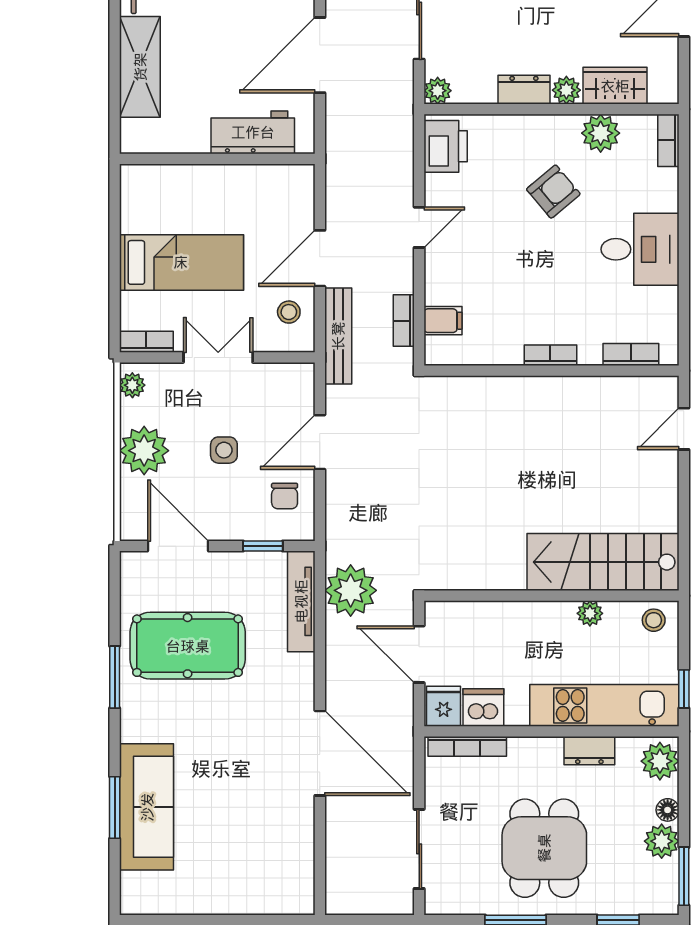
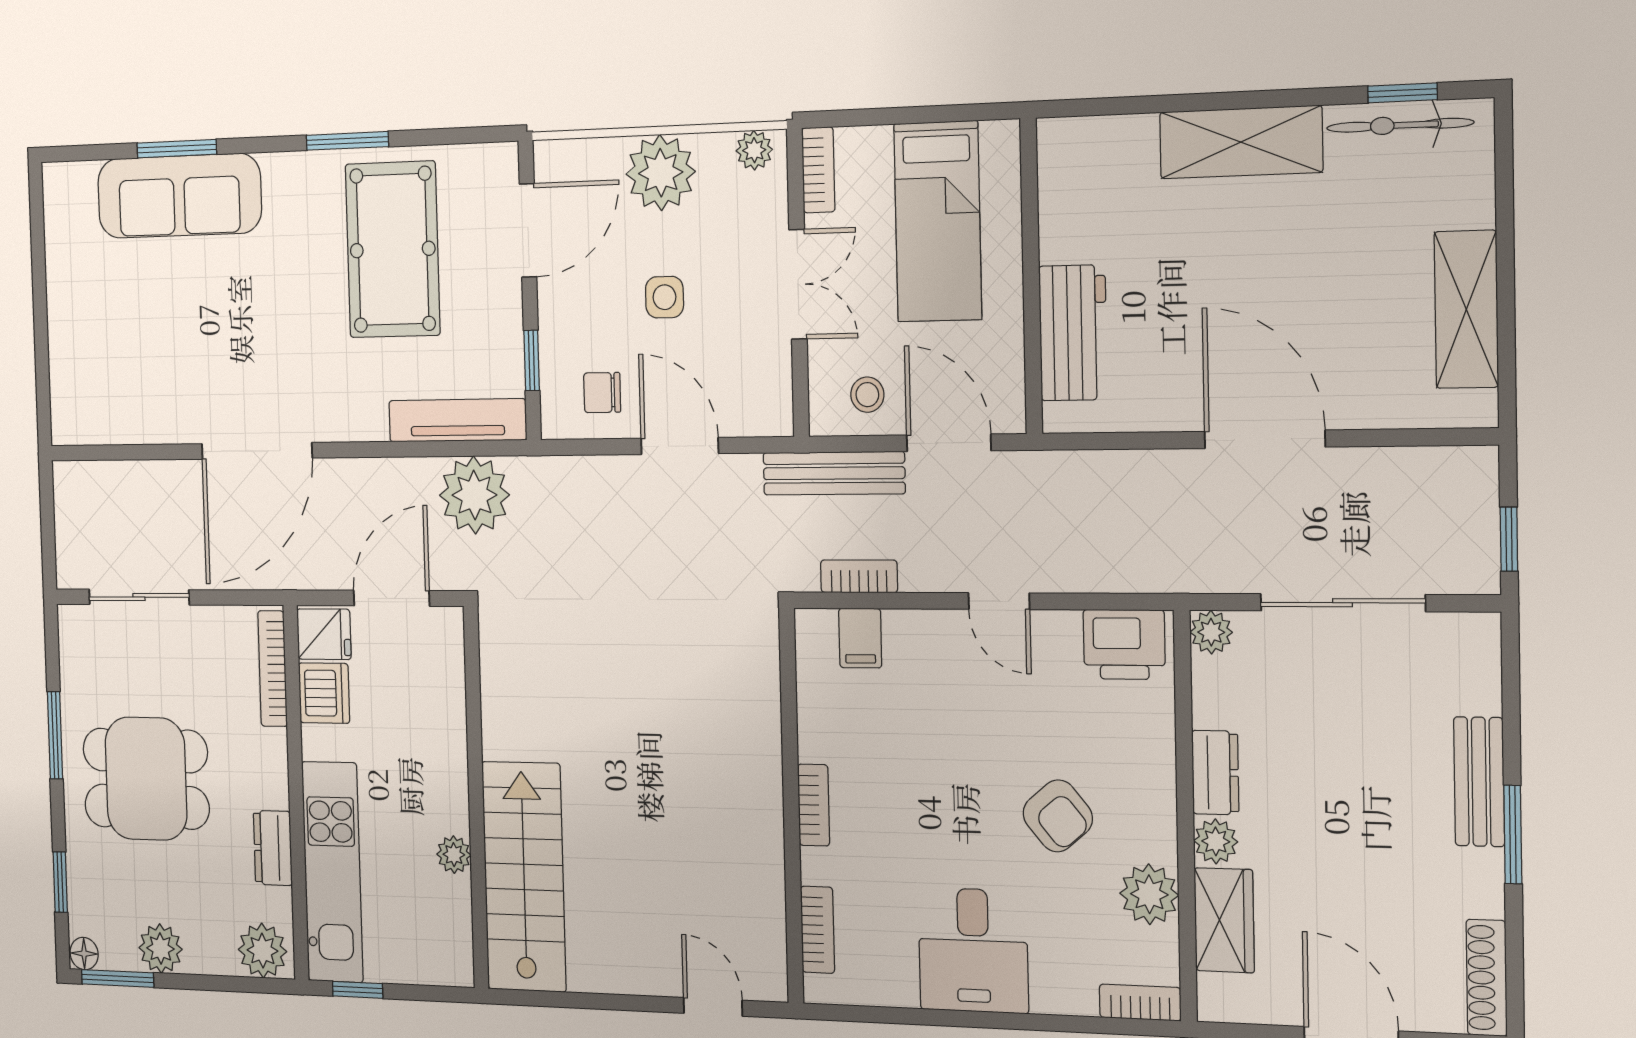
workbench: (253, 132) -> (1073, 333), moved
wall: (217, 159) -> (1031, 276), moved
stool: (654, 620) -> (447, 949), removed
floor lamp: (668, 810) -> (84, 954), moved

